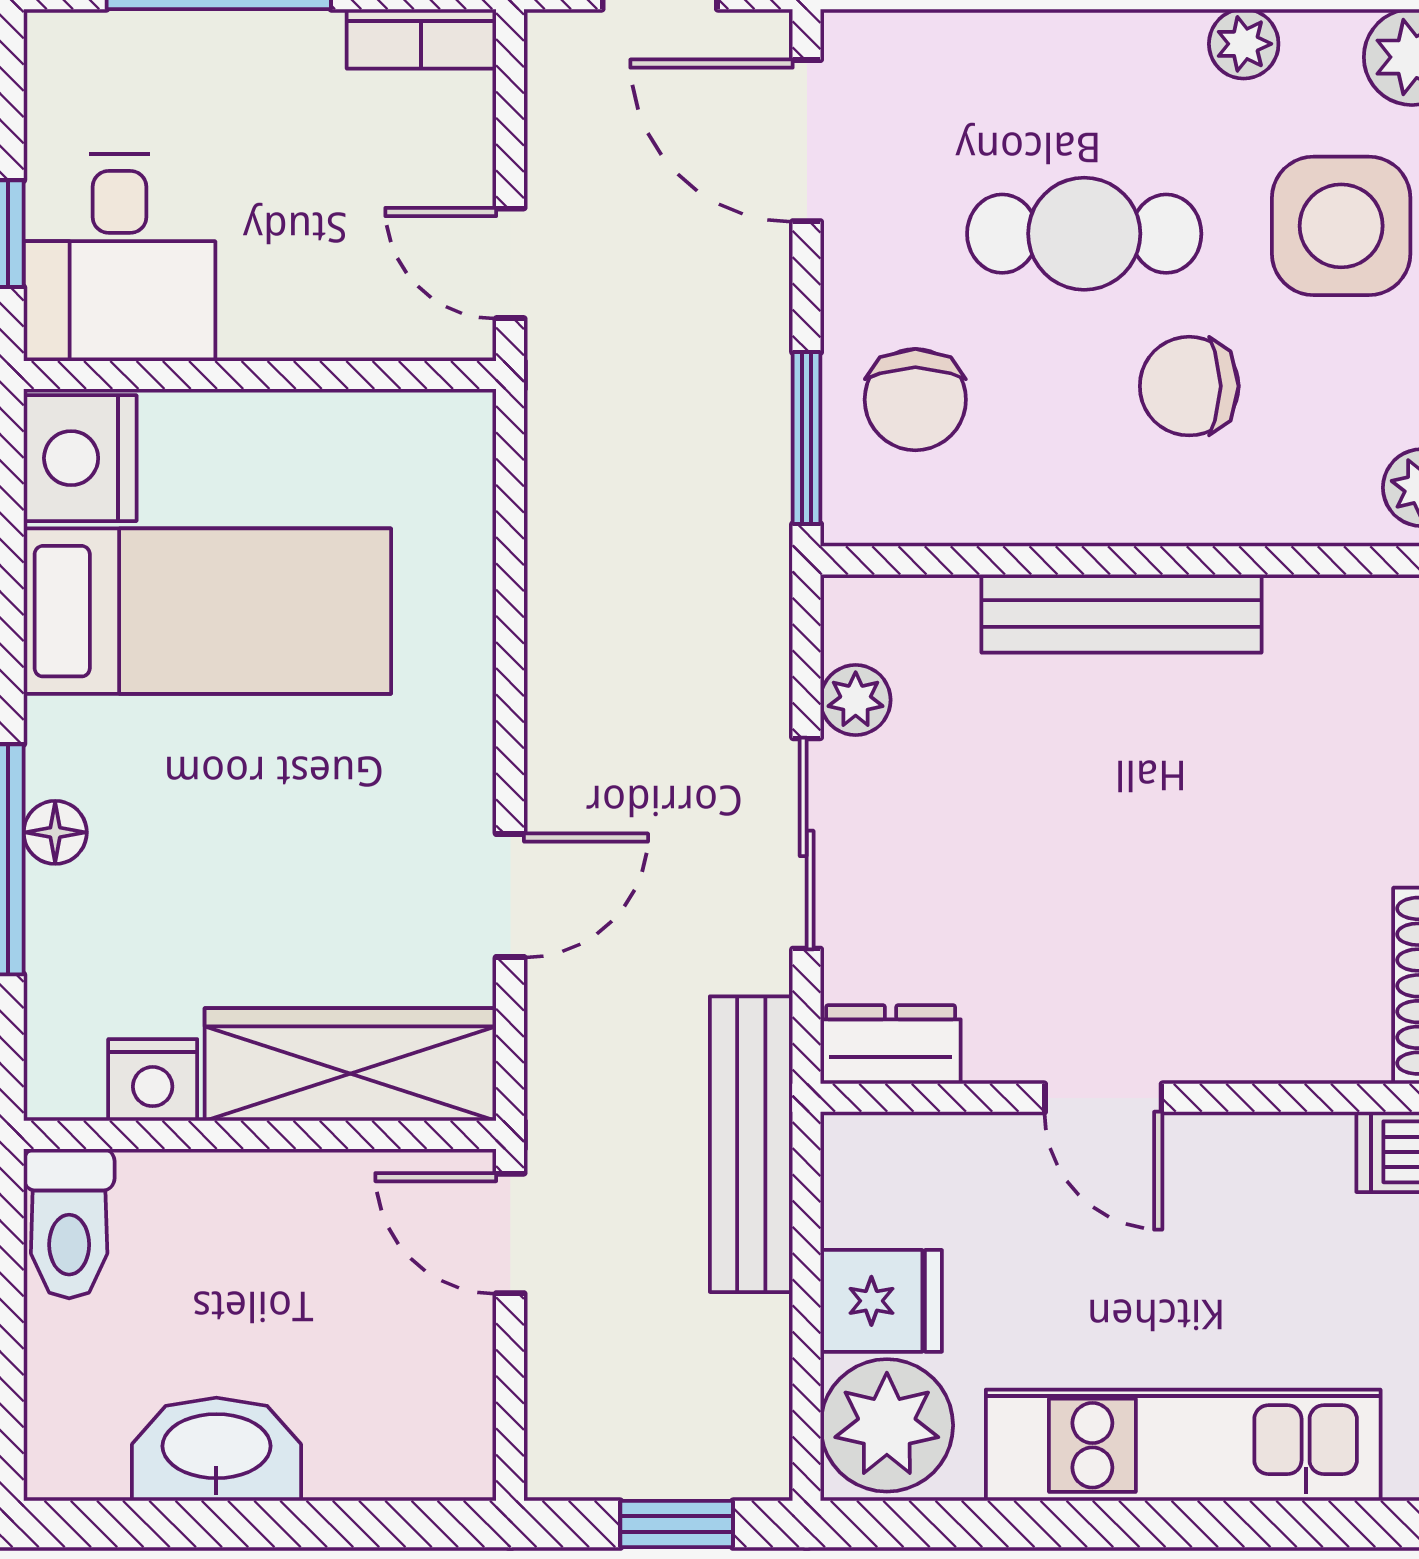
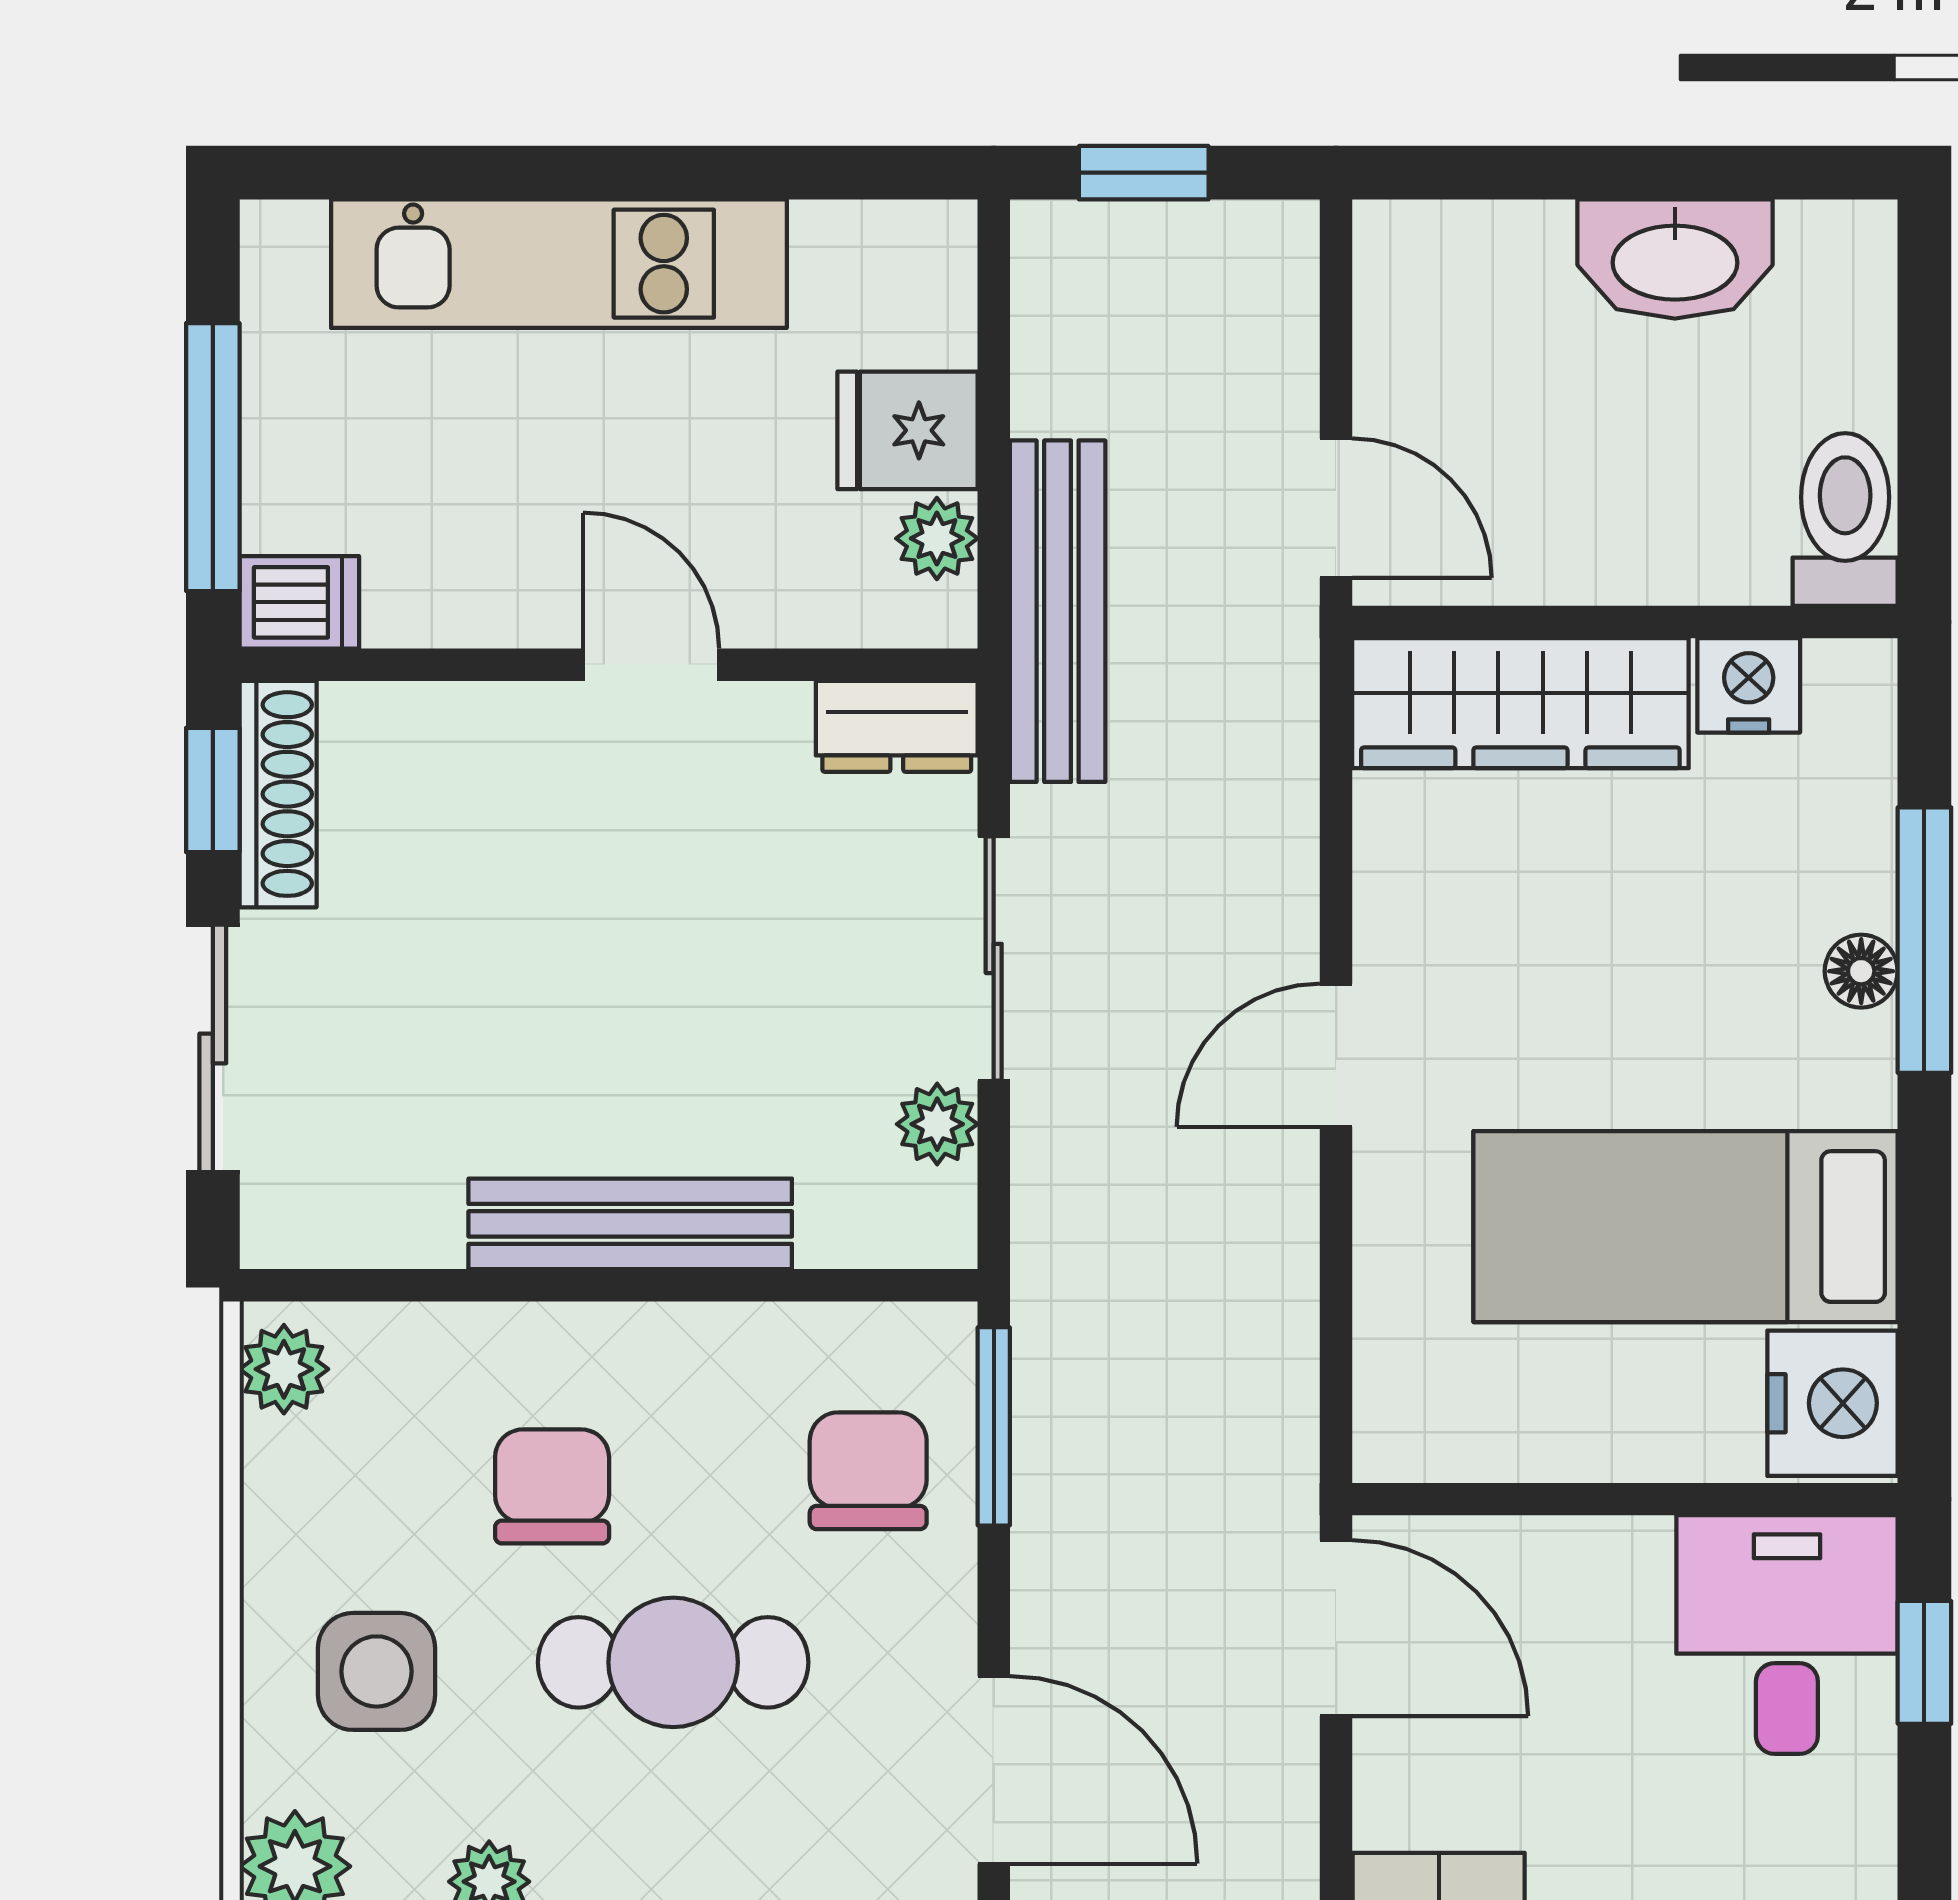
side table: (1341, 226) -> (377, 1671), width x0.73, depth x0.73
door: (510, 263) -> (1336, 1628), width x1.37
chair: (1189, 386) -> (552, 1486), turned -90
door: (510, 895) -> (1336, 1055), moved
plant: (887, 1425) -> (937, 538), moved, width x0.53, depth x0.53

